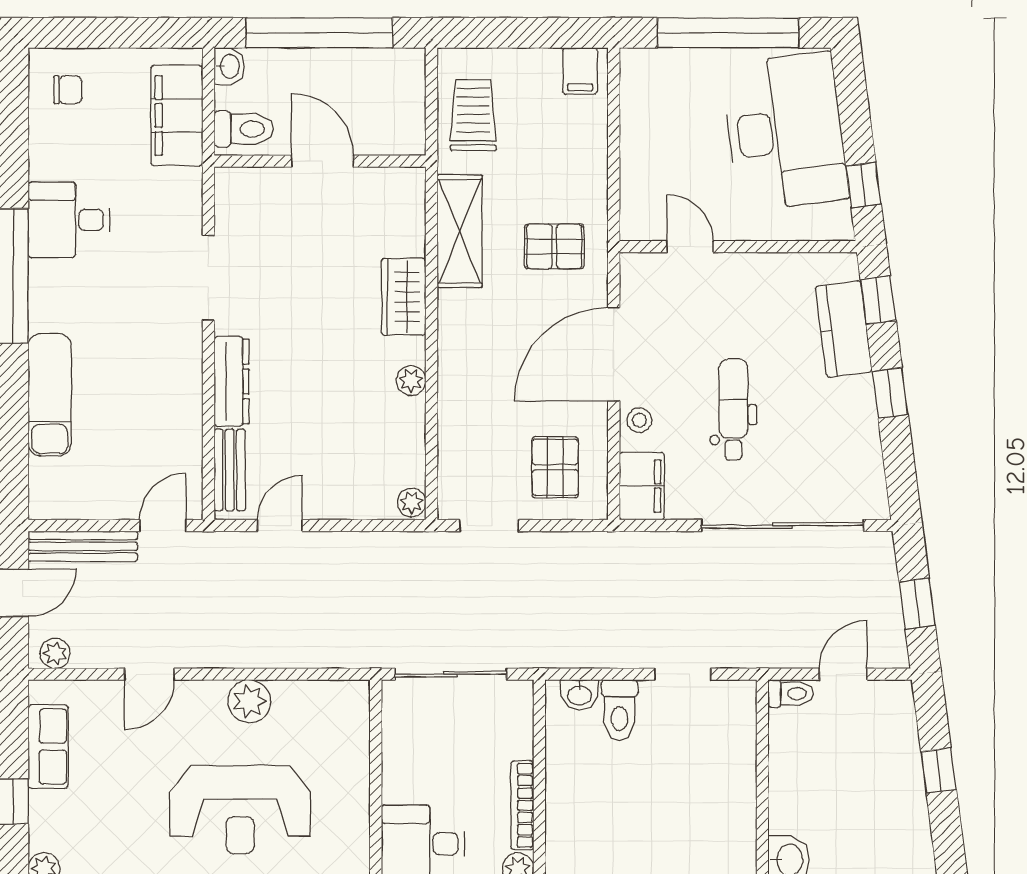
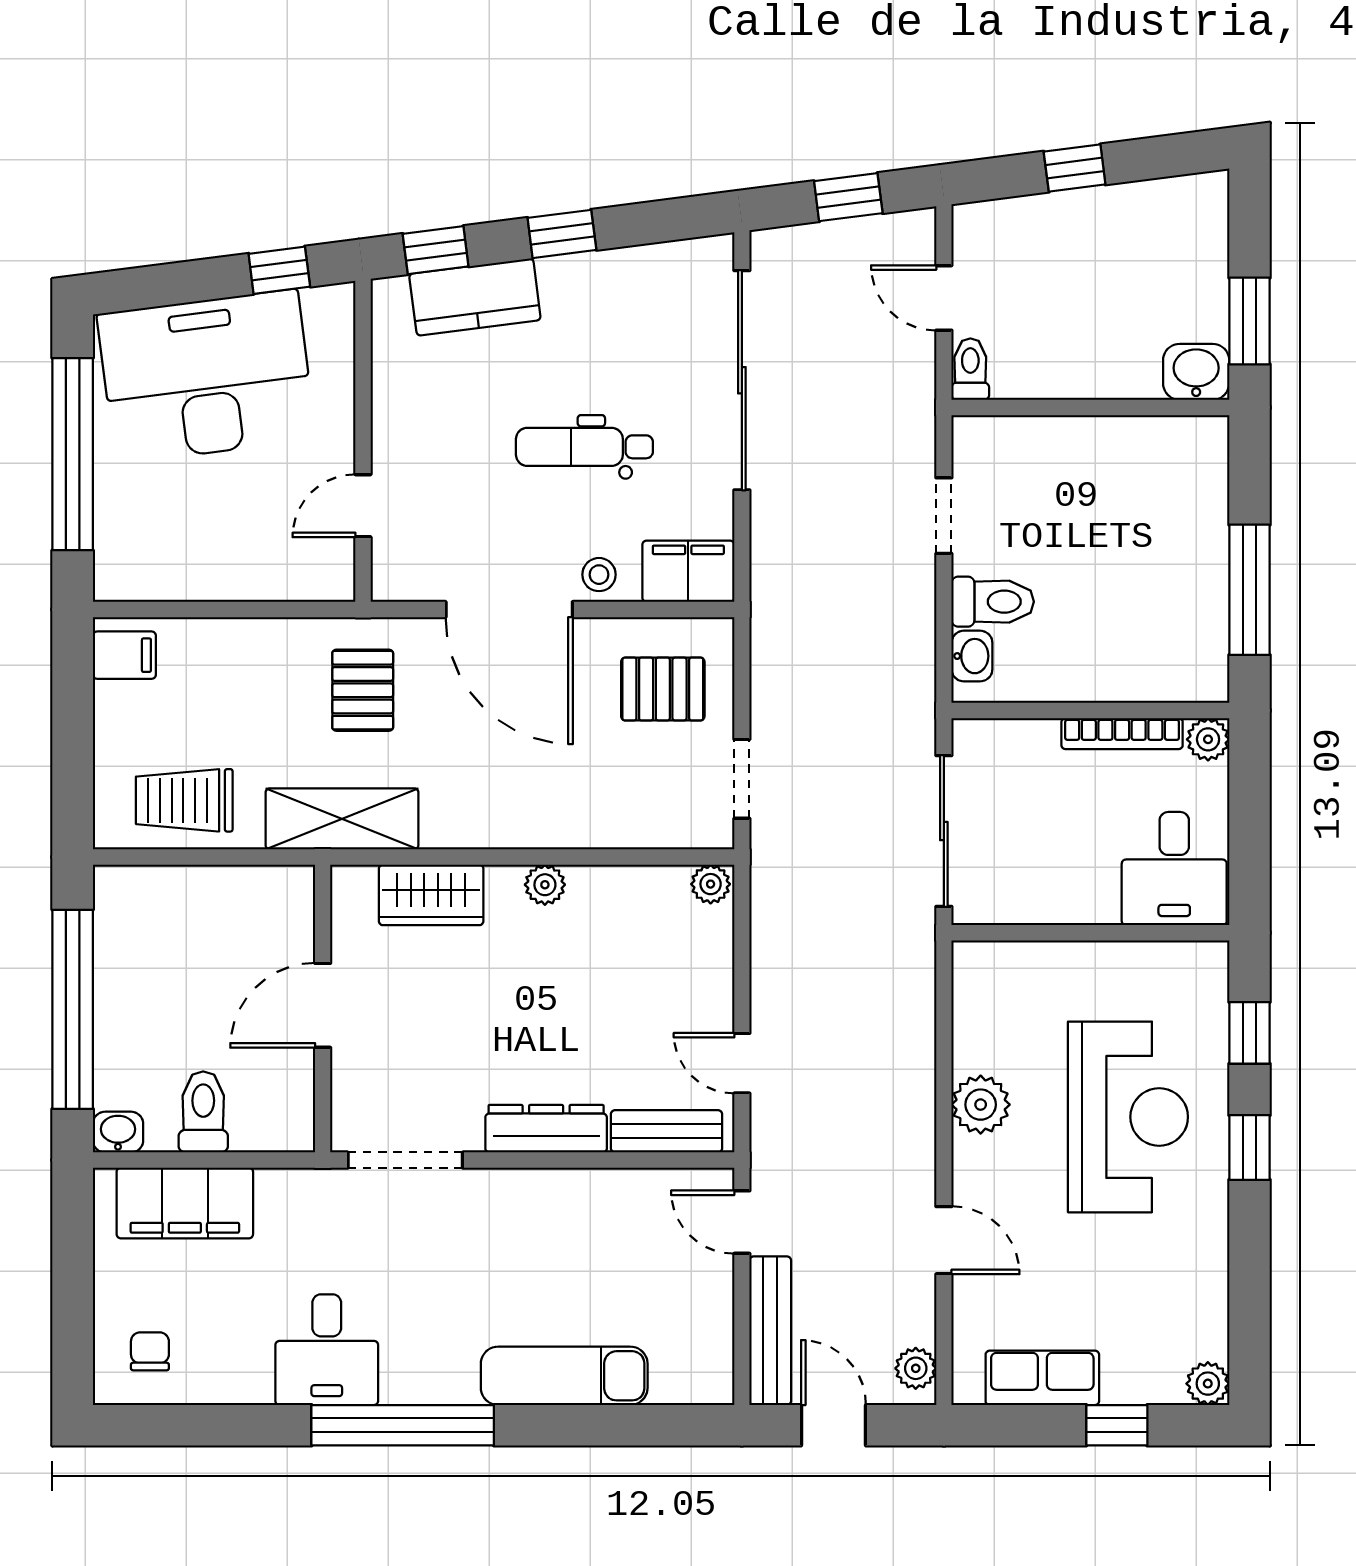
wall: (320, 161) -> (323, 1009), moved
door: (322, 161) -> (323, 1005), moved

